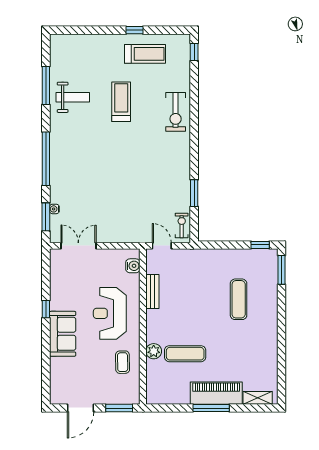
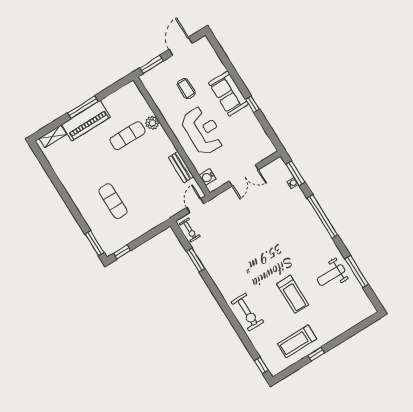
exercise bike: (176, 112) -> (247, 312), turned 180
double door: (78, 246) -> (244, 175), moved
door: (162, 246) -> (195, 206), swing flipped
coffee table: (123, 362) -> (186, 89), moved

